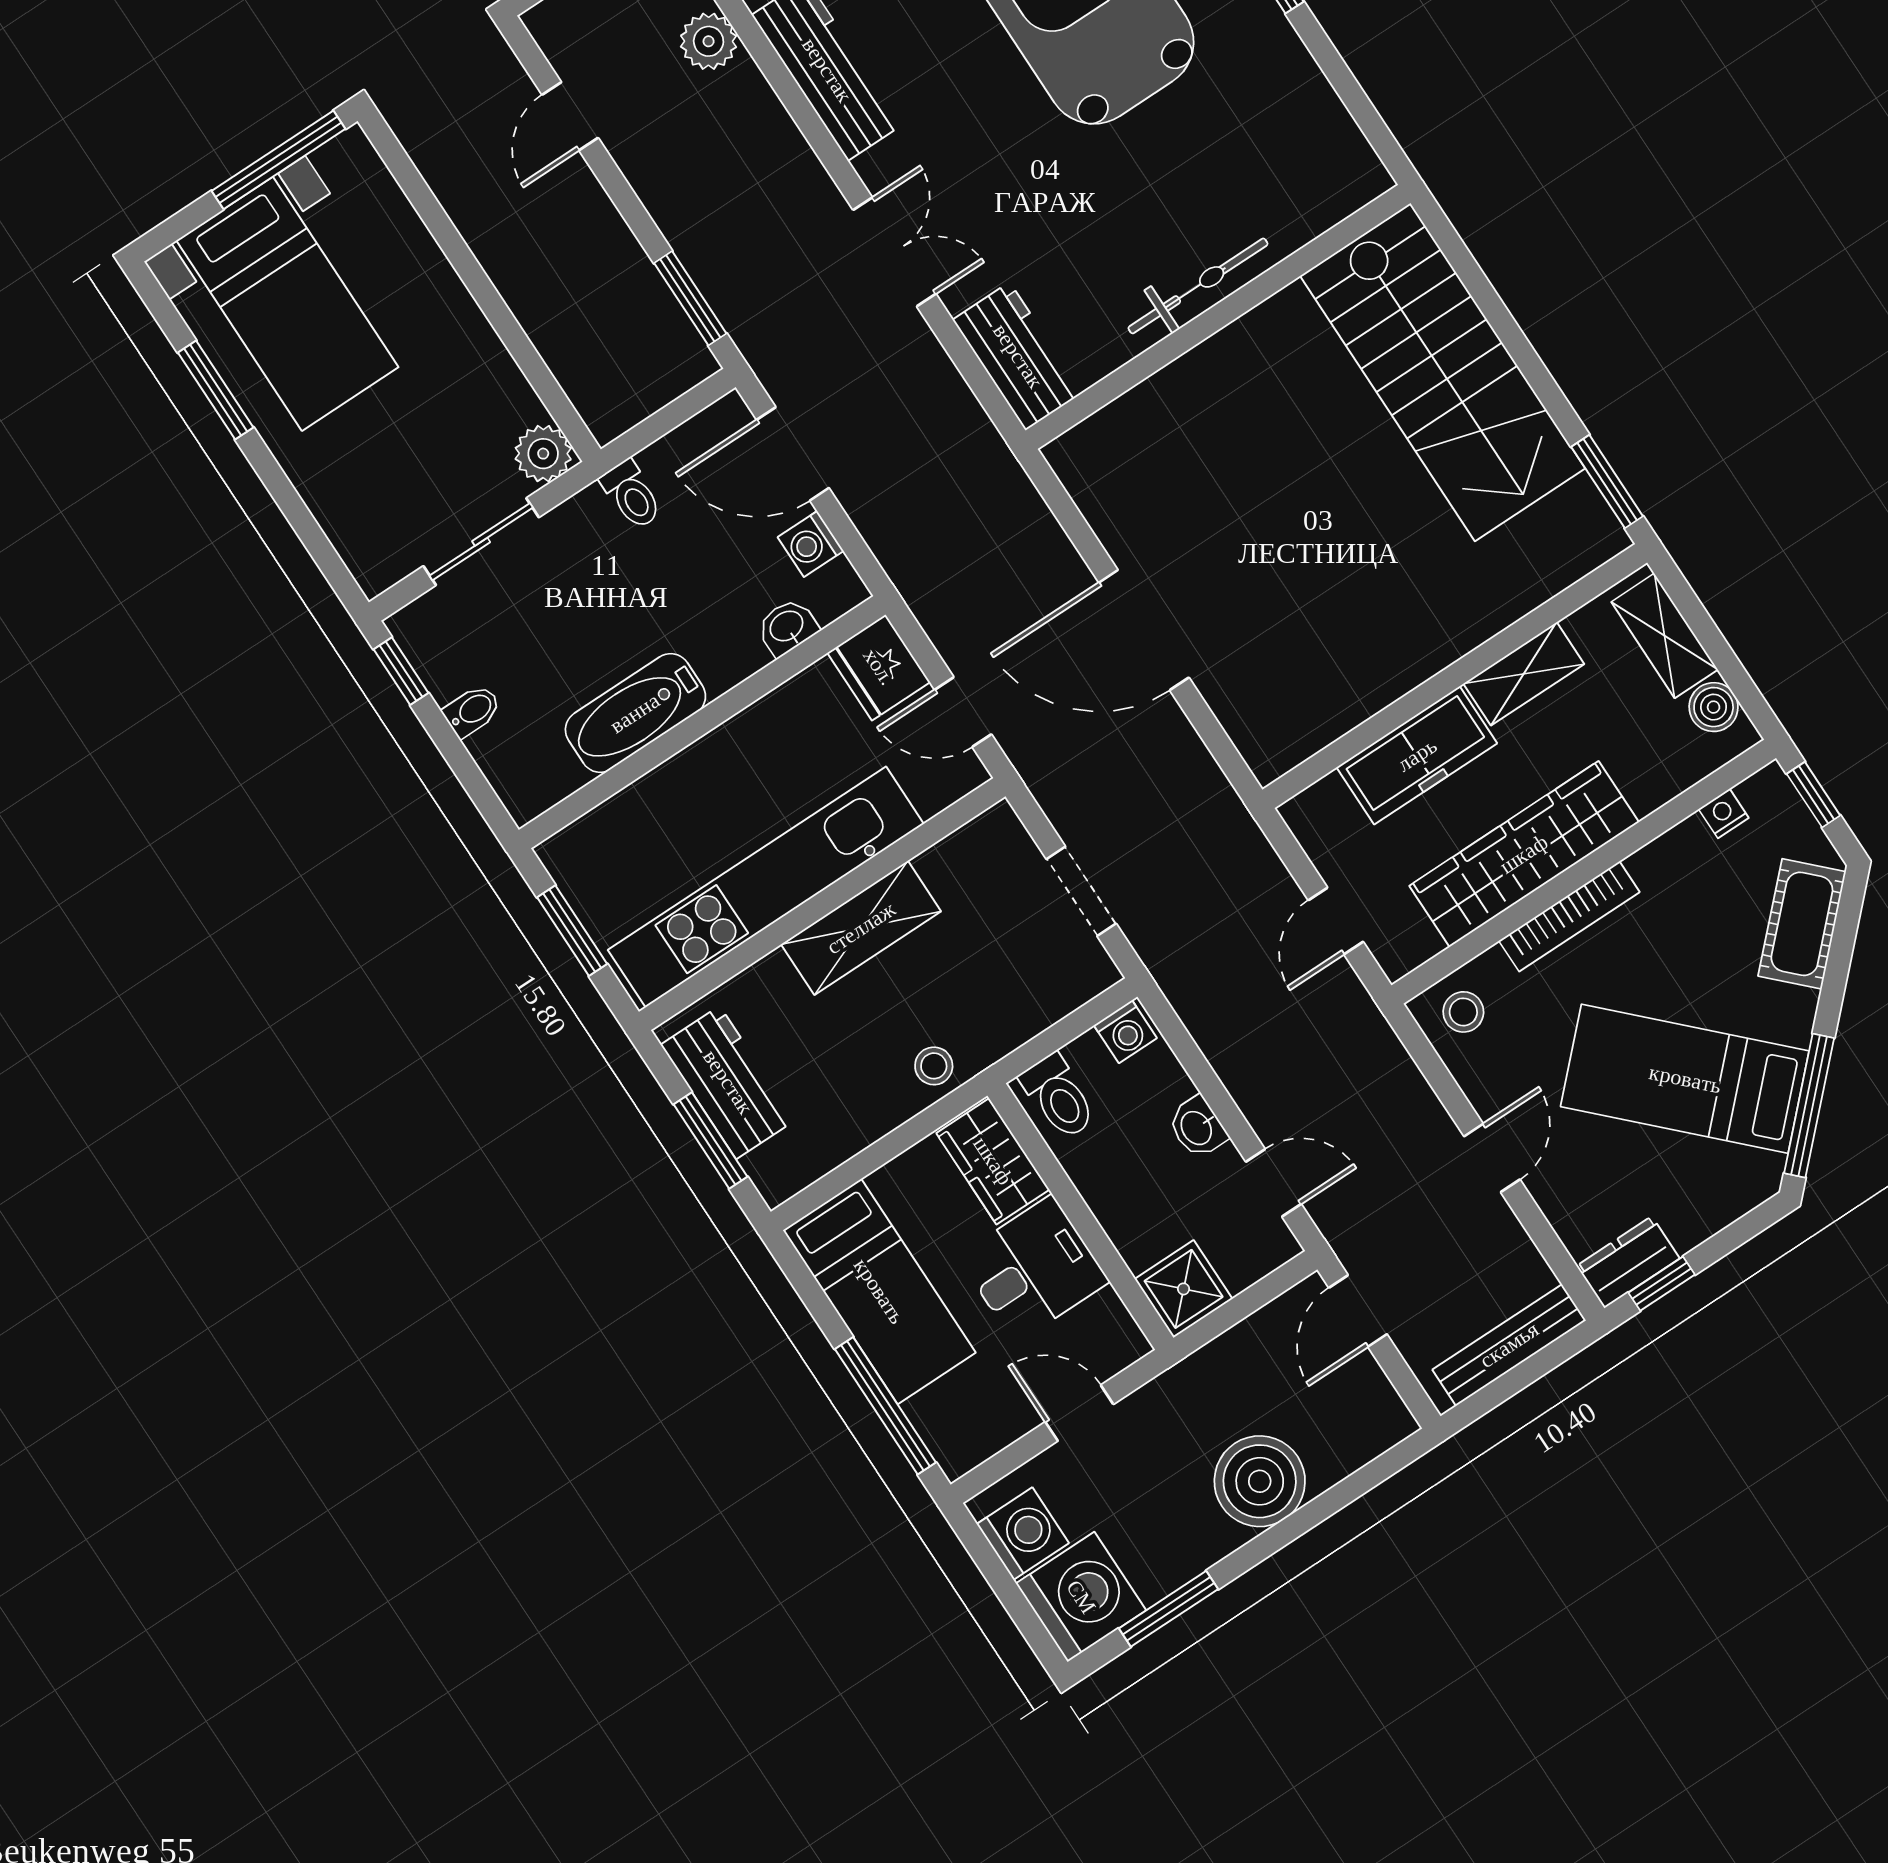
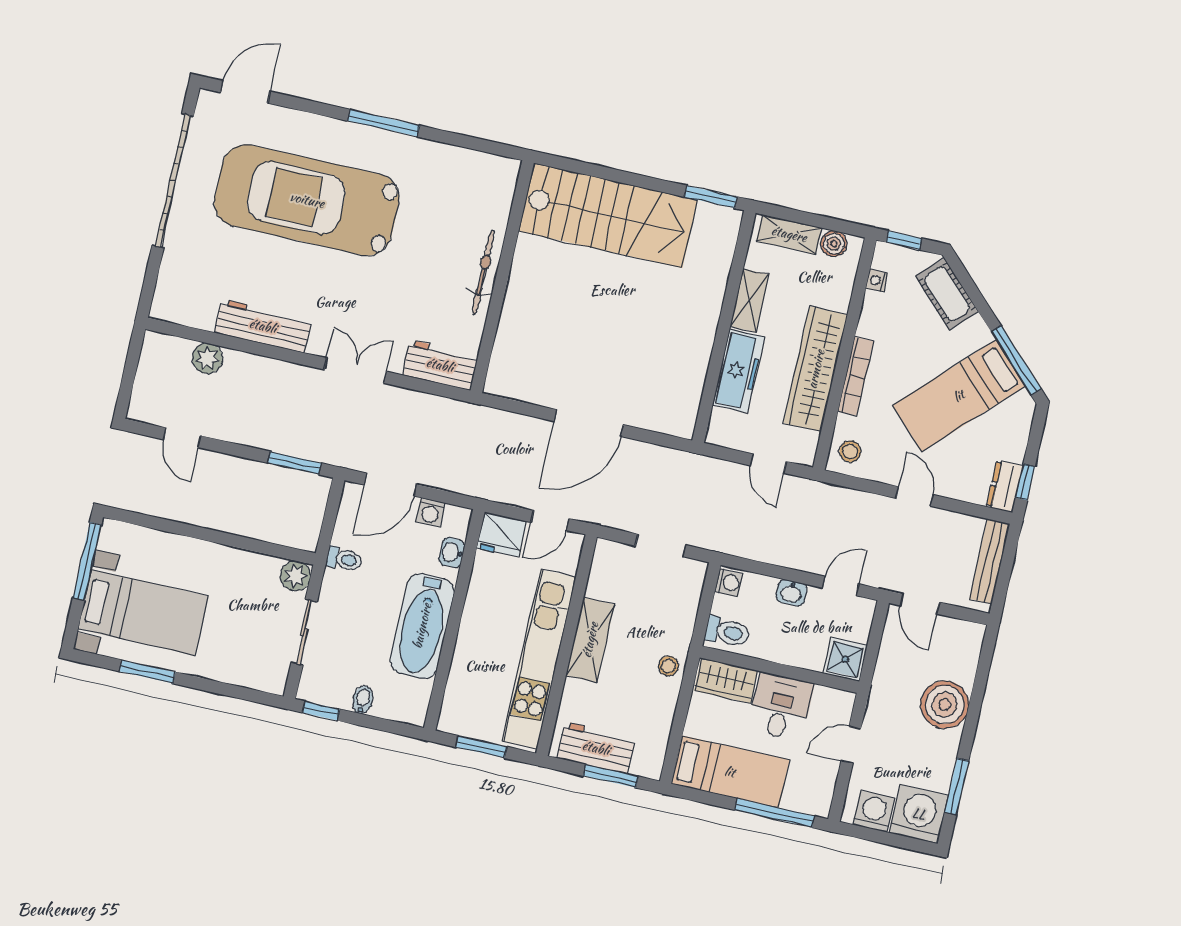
bathtub: (635, 713) -> (422, 626), width x1.36, depth x1.36

